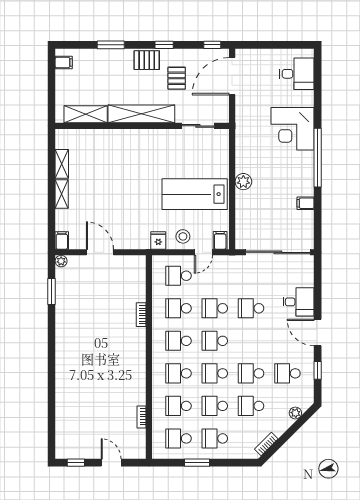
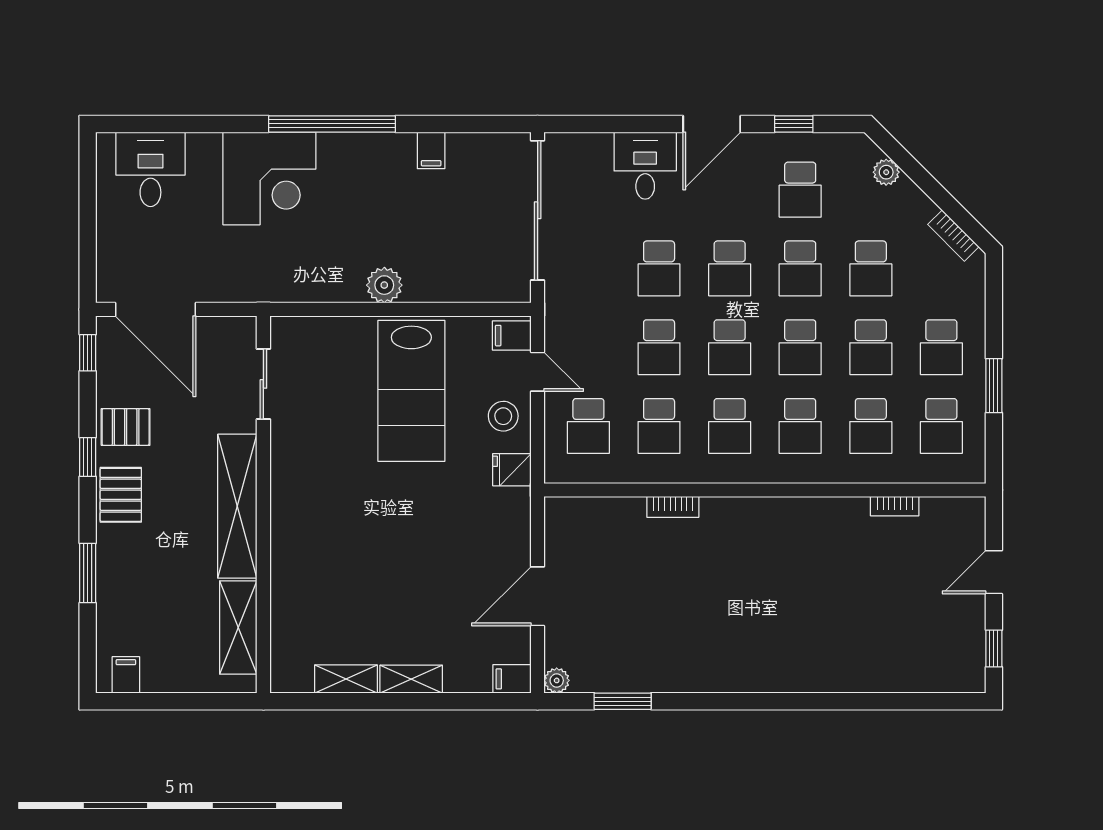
pallet: (177, 78) -> (126, 427), moved
school desk: (251, 341) -> (730, 268), added

